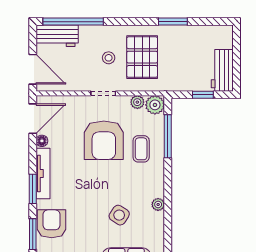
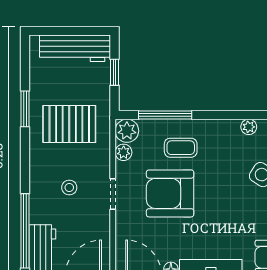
pallet: (142, 57) -> (69, 124), moved
workbench: (222, 70) -> (75, 48), width x1.38
armchair: (104, 140) -> (170, 193), turned 180

